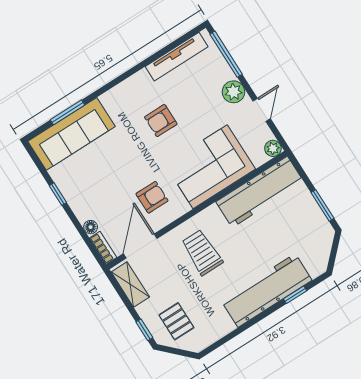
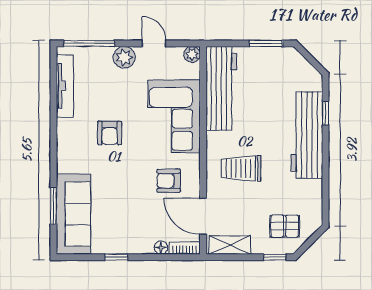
armchair: (152, 197) -> (169, 181), turned -90

